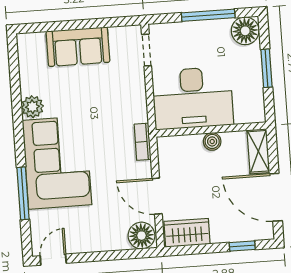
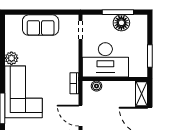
floor lamp: (245, 31) -> (121, 23), moved
window: (267, 68) -> (150, 56), moved
boiler: (212, 141) -> (97, 86), moved

